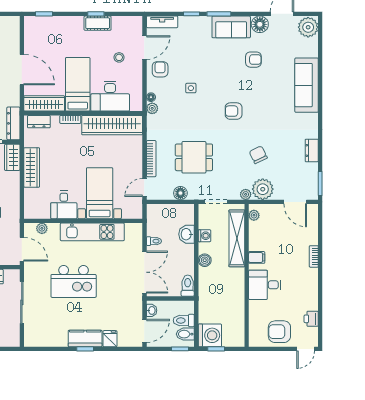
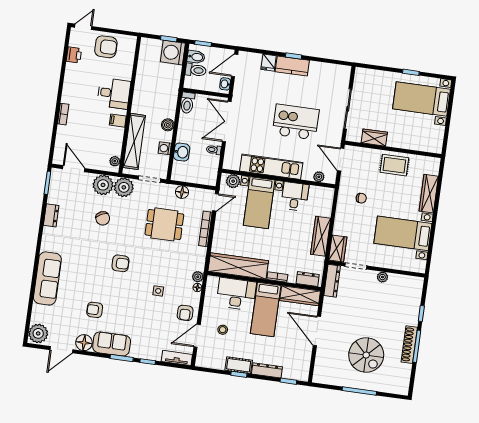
dresser: (68, 22) -> (267, 370), added
plant: (246, 194) -> (124, 187), width x1.88, depth x1.88
plant: (129, 212) -> (233, 181), added

